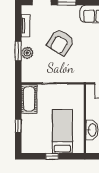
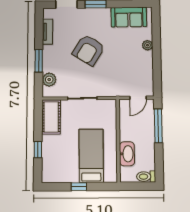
plant: (27, 53) -> (49, 80), moved

